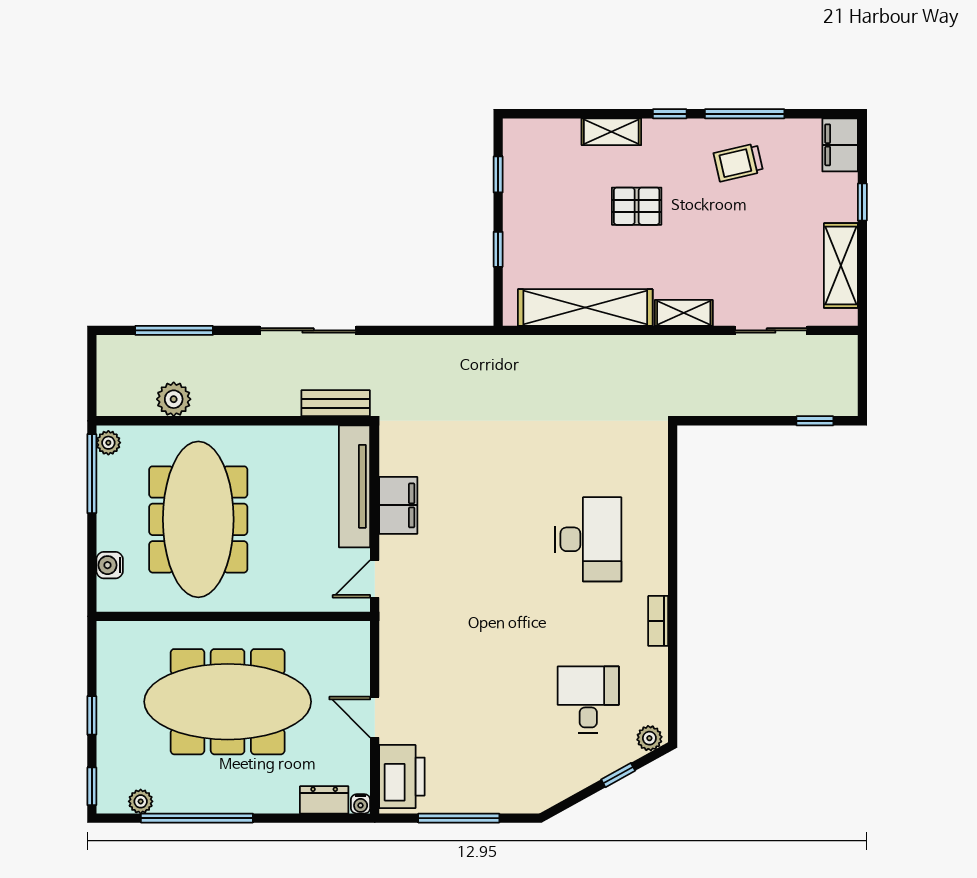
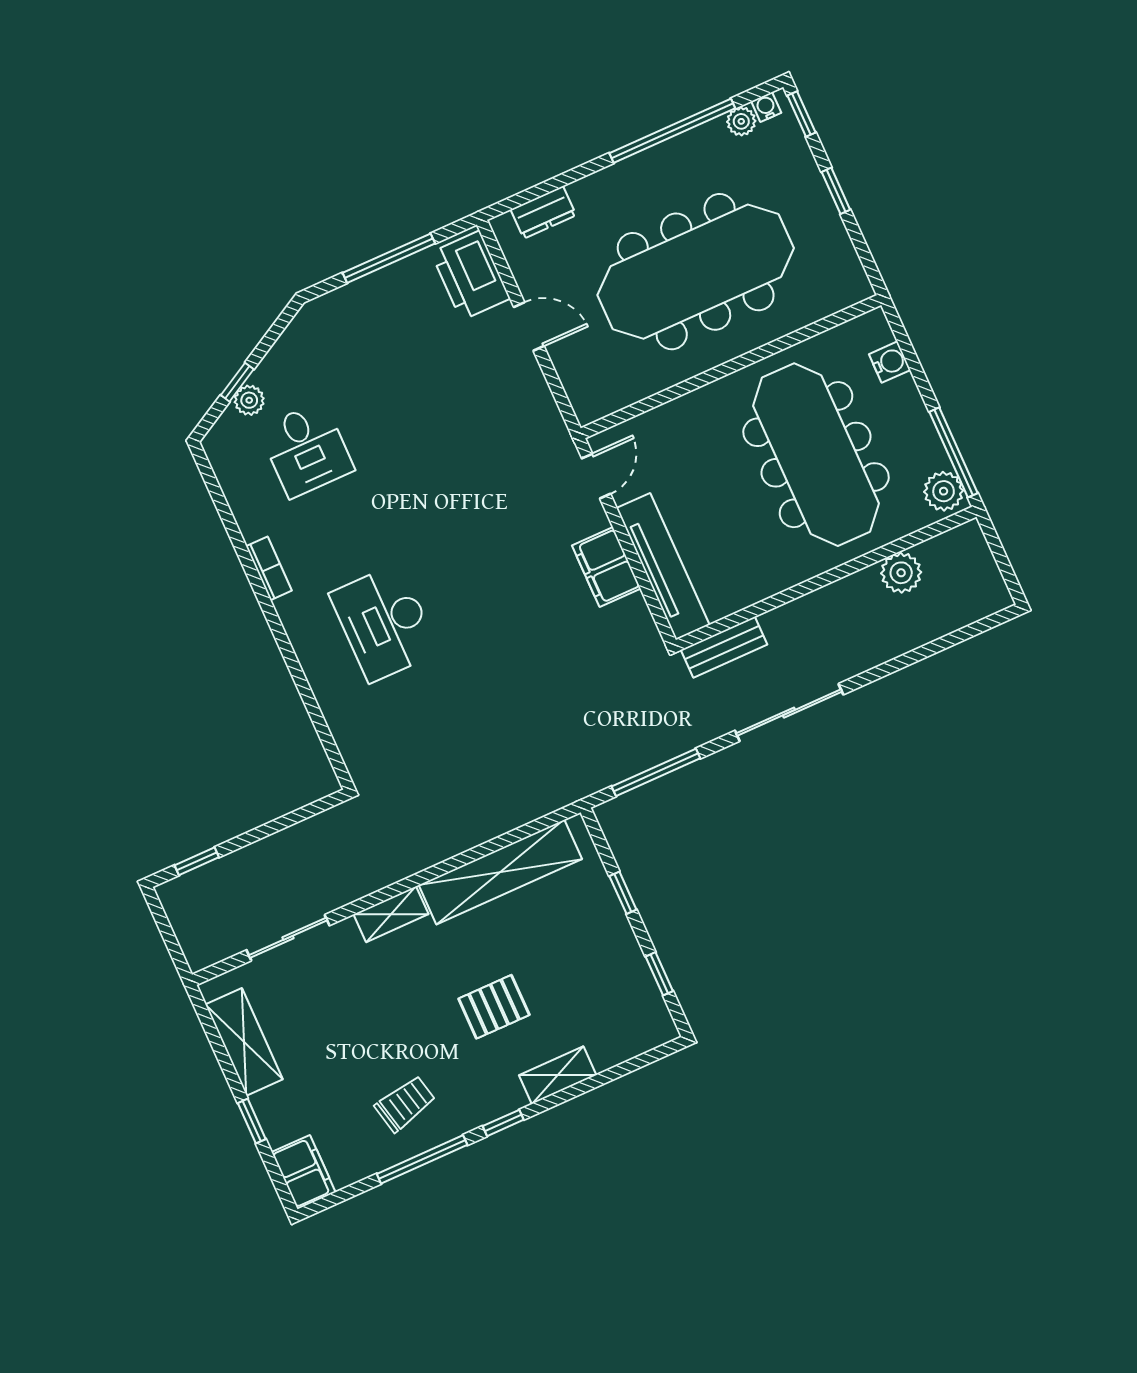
window: (174, 330) -> (656, 772), moved
plant: (108, 443) -> (944, 491), width x1.38, depth x1.38
plant: (649, 738) -> (249, 400), moved
water cooler: (361, 804) -> (766, 107), moved

